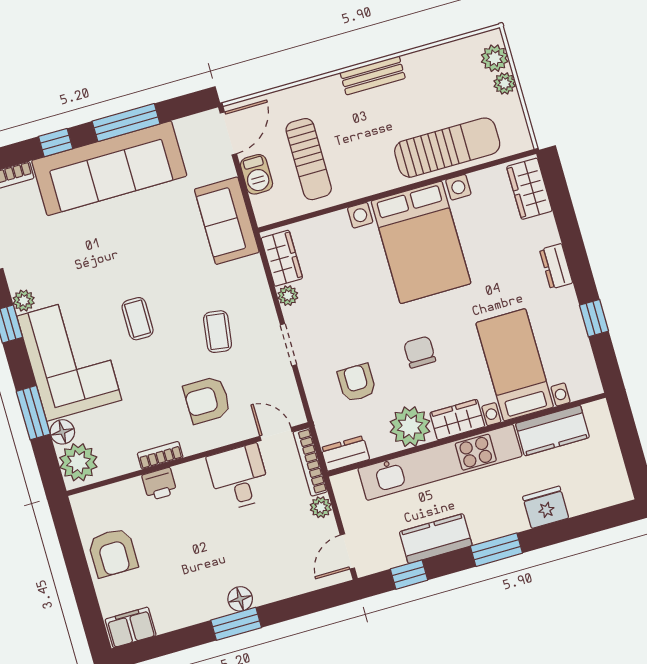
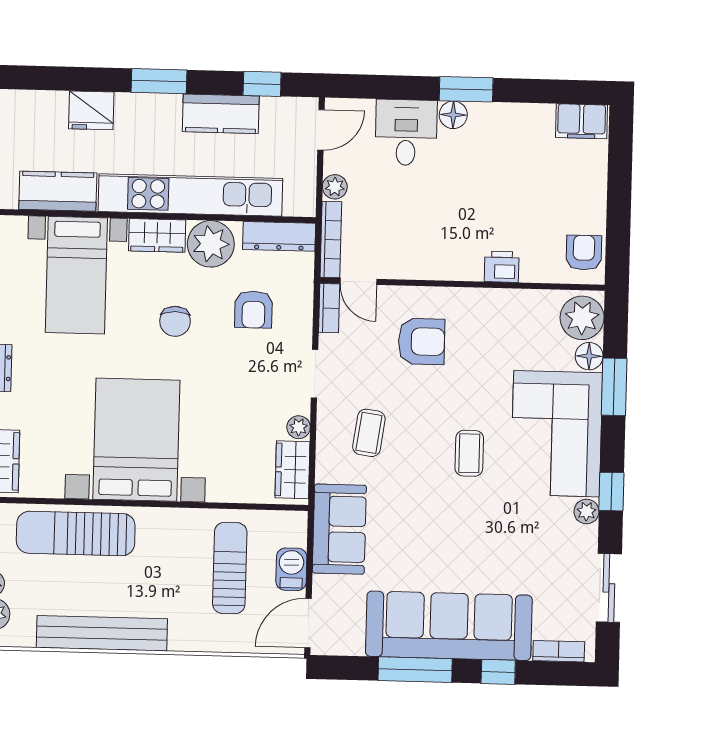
bench: (373, 75) -> (102, 633), width x1.86, depth x1.21
coffee table: (218, 332) -> (369, 433), moved
dresser: (345, 454) -> (279, 236), width x1.44
bookcase: (160, 455) -> (329, 308), moved, turned -90
desk: (239, 477) -> (406, 132), moved, turned 180
armchair: (113, 553) -> (584, 253), moved, width x0.72, depth x0.72

